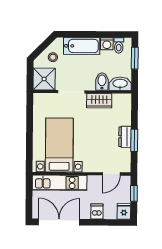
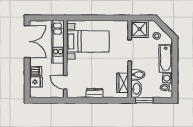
window: (135, 58) -> (144, 100), moved
wardrobe: (99, 101) -> (123, 83), moved
window: (134, 140) -> (92, 100), removed
window: (134, 193) -> (50, 100), removed
fridge: (124, 211) -> (36, 82), moved

